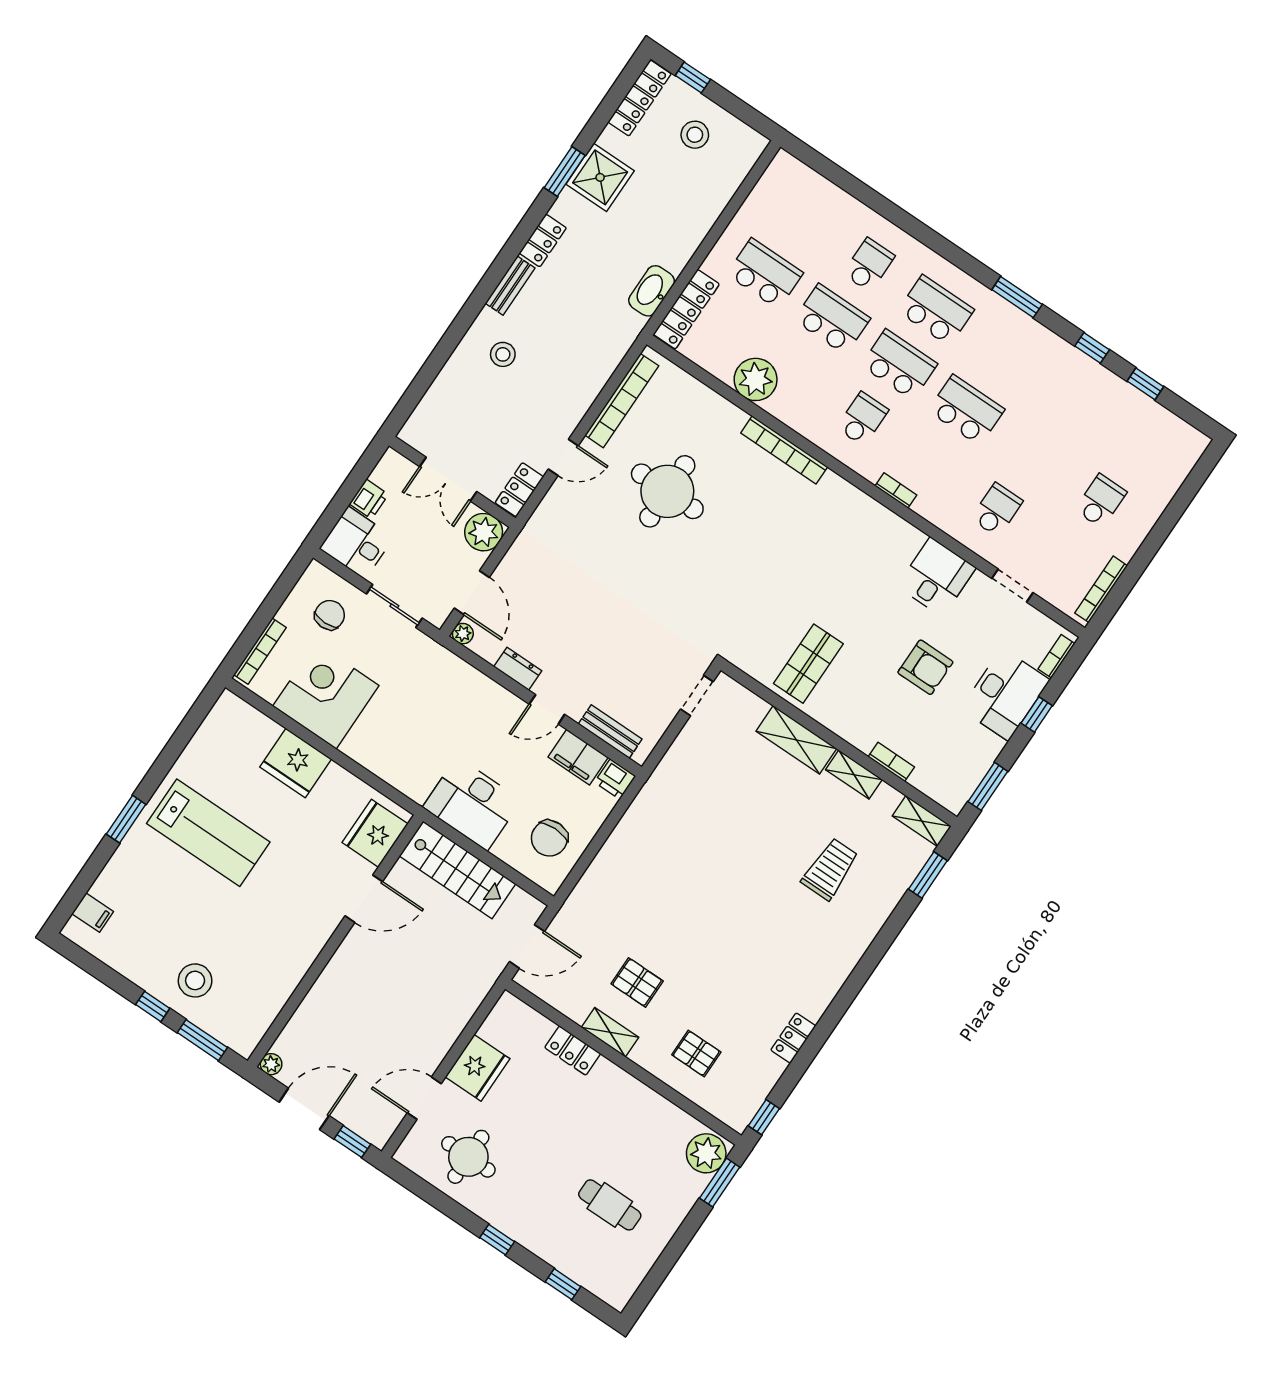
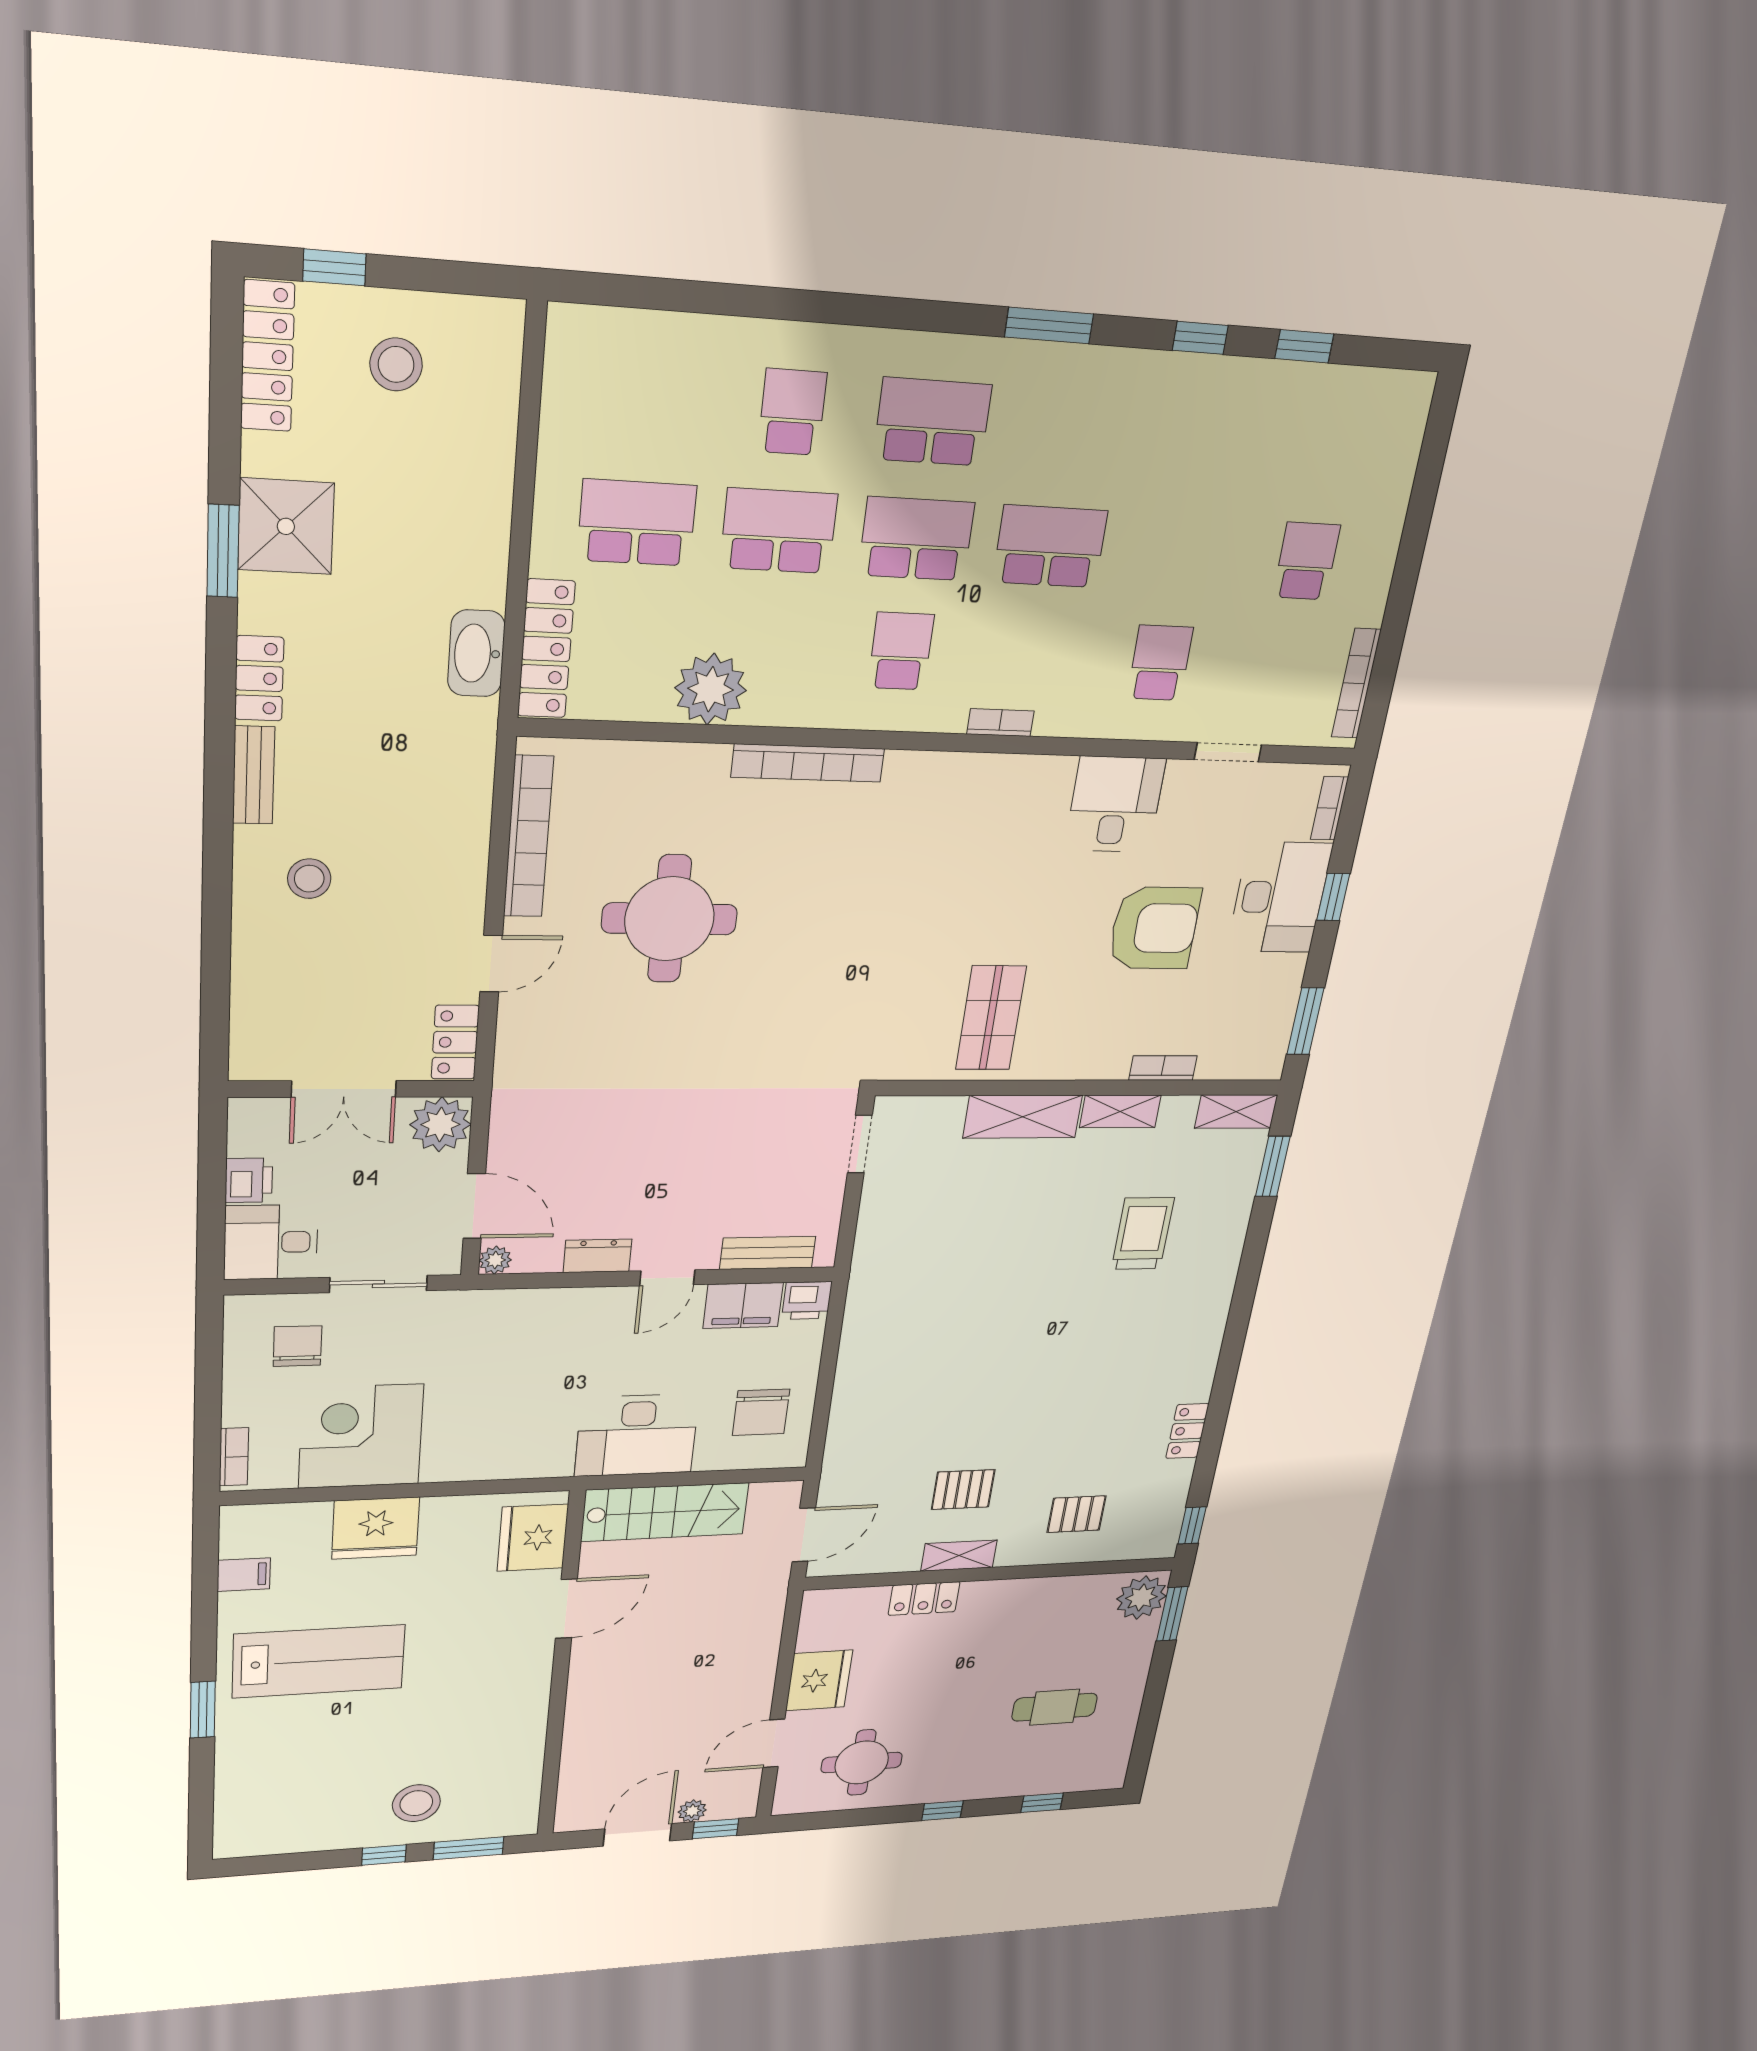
bookcase: (260, 651) -> (234, 1457), width x0.64
armchair: (925, 667) -> (1154, 928), width x1.36, depth x1.36
filing cabinet: (93, 913) -> (244, 1575), moved
plant: (271, 1064) -> (692, 1811), moved

